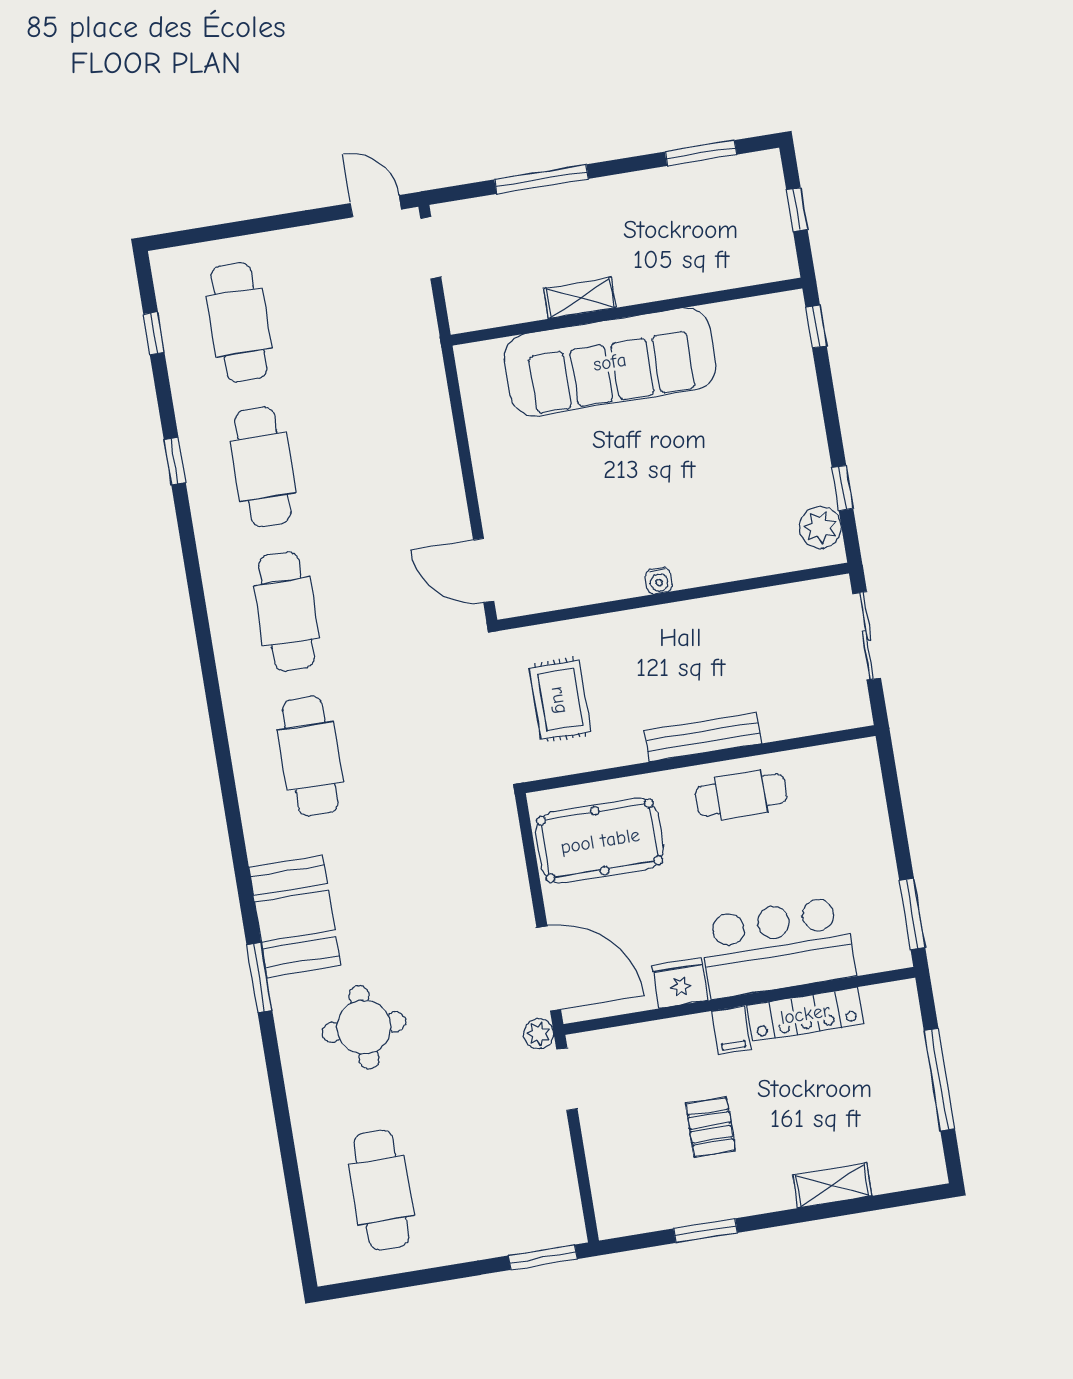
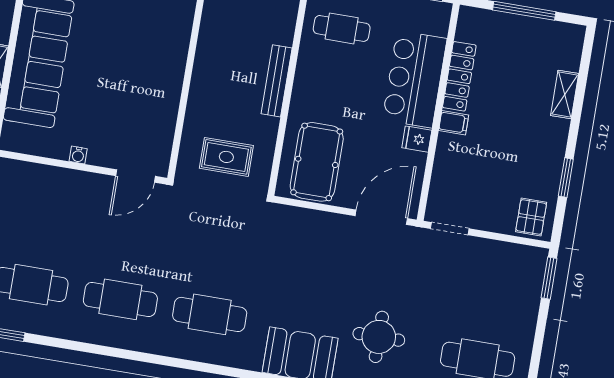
water cooler: (659, 581) -> (78, 155), moved, turned 90
cafe table: (741, 795) -> (342, 28), moved, turned 90
fridge: (680, 983) -> (417, 139), width x0.72
plant: (539, 1034) -> (418, 236), removed
pallet: (710, 1127) -> (531, 217), moved, turned 90

